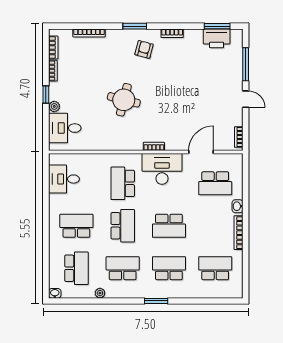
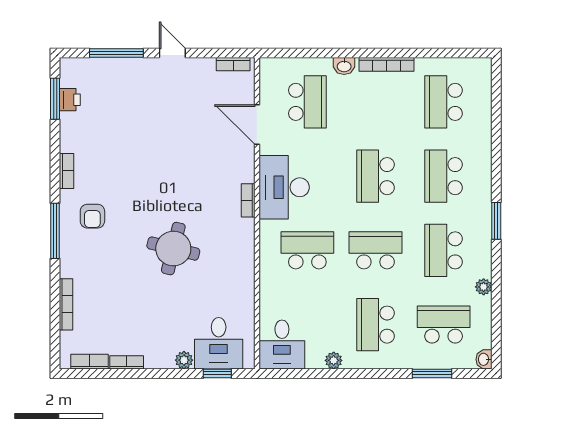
window: (135, 26) -> (55, 231), width x1.44
printer: (217, 38) -> (70, 100), width x0.53, depth x0.68
armchair: (144, 49) -> (92, 216), turned -105
window: (46, 95) -> (217, 373), moved
door: (246, 99) -> (172, 53), hinge flipped
desk: (64, 179) -> (282, 344), moved
school desk: (123, 183) -> (307, 250), turned 180
plant: (54, 200) -> (334, 360), added
school desk: (169, 226) -> (375, 176), turned 180
window: (46, 261) -> (432, 373), added
window: (156, 301) -> (496, 221), moved

